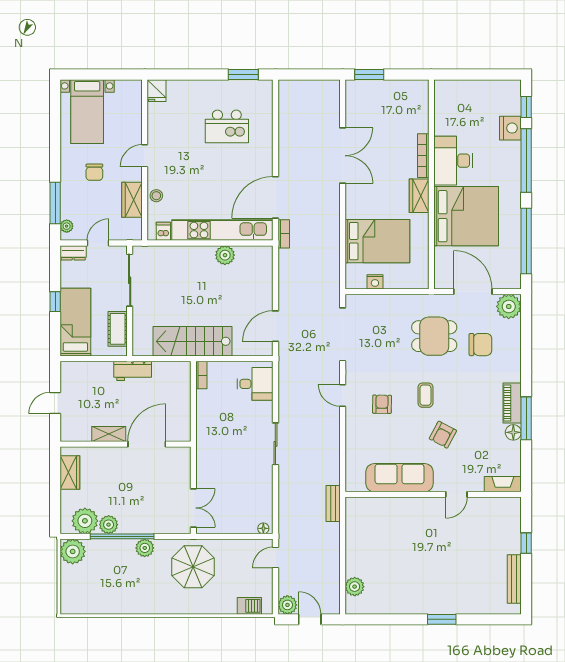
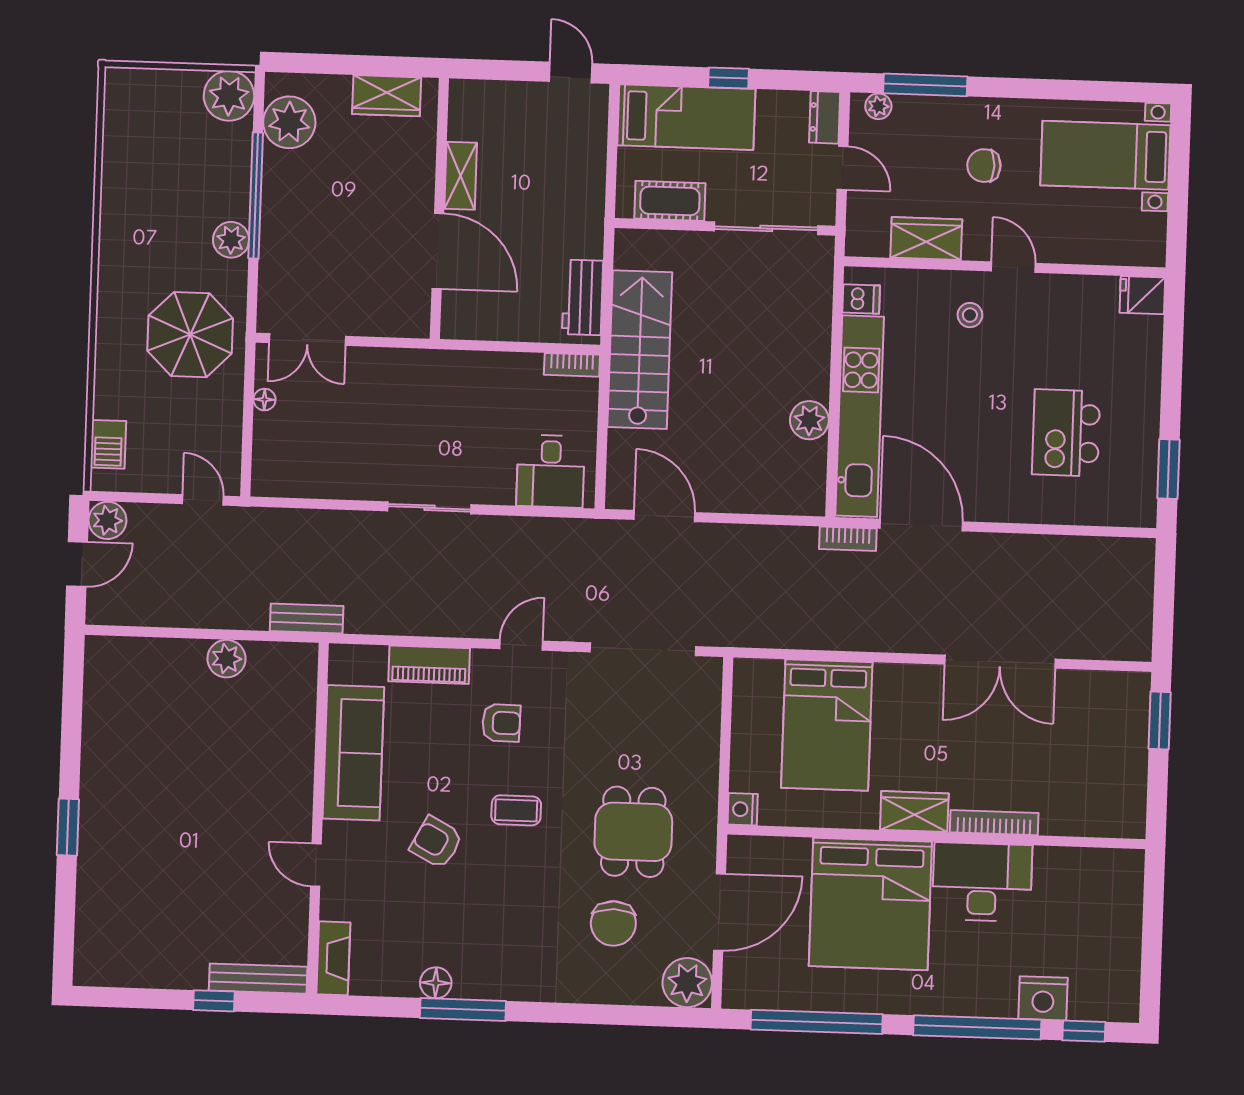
stool: (156, 196) -> (970, 315), moved
nightstand: (375, 282) -> (743, 809), moved
workbench: (133, 371) -> (583, 297), moved
door: (55, 403) -> (571, 72), moved
piano: (512, 403) -> (429, 665), moved, turned 180
plant: (109, 525) -> (280, 169), removed
floor lamp: (263, 528) -> (264, 400), moved
bench: (514, 579) -> (258, 979), moved
plant: (355, 587) -> (226, 659), moved

